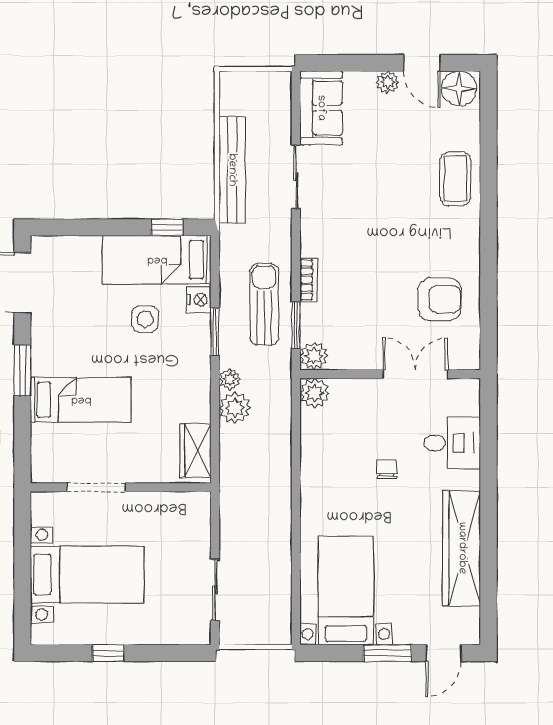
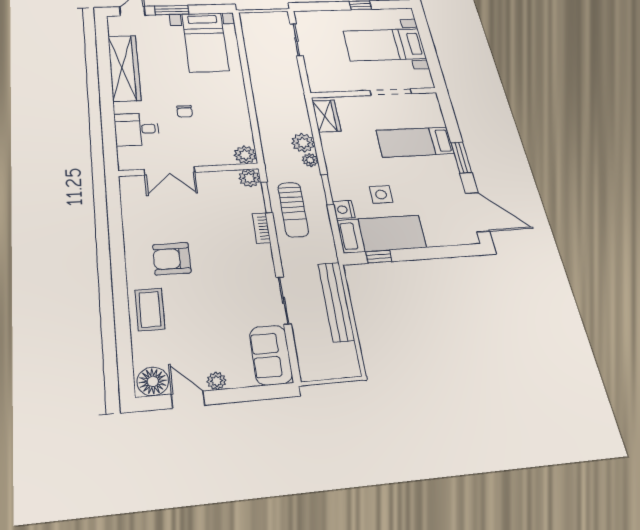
armchair: (440, 299) -> (172, 259), moved

